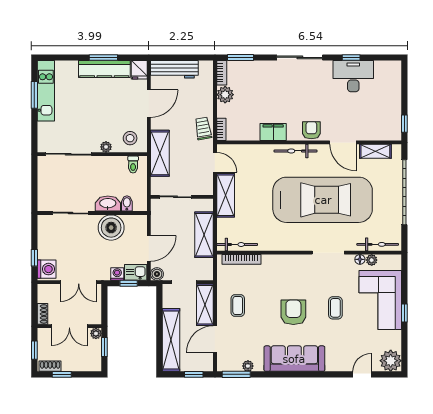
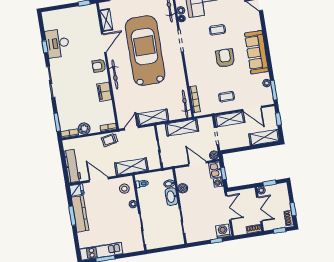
boiler: (111, 228) -> (183, 188), width x0.54, depth x0.54
armchair: (293, 312) -> (225, 58), turned 90
shelving: (171, 340) -> (264, 137), width x0.68

